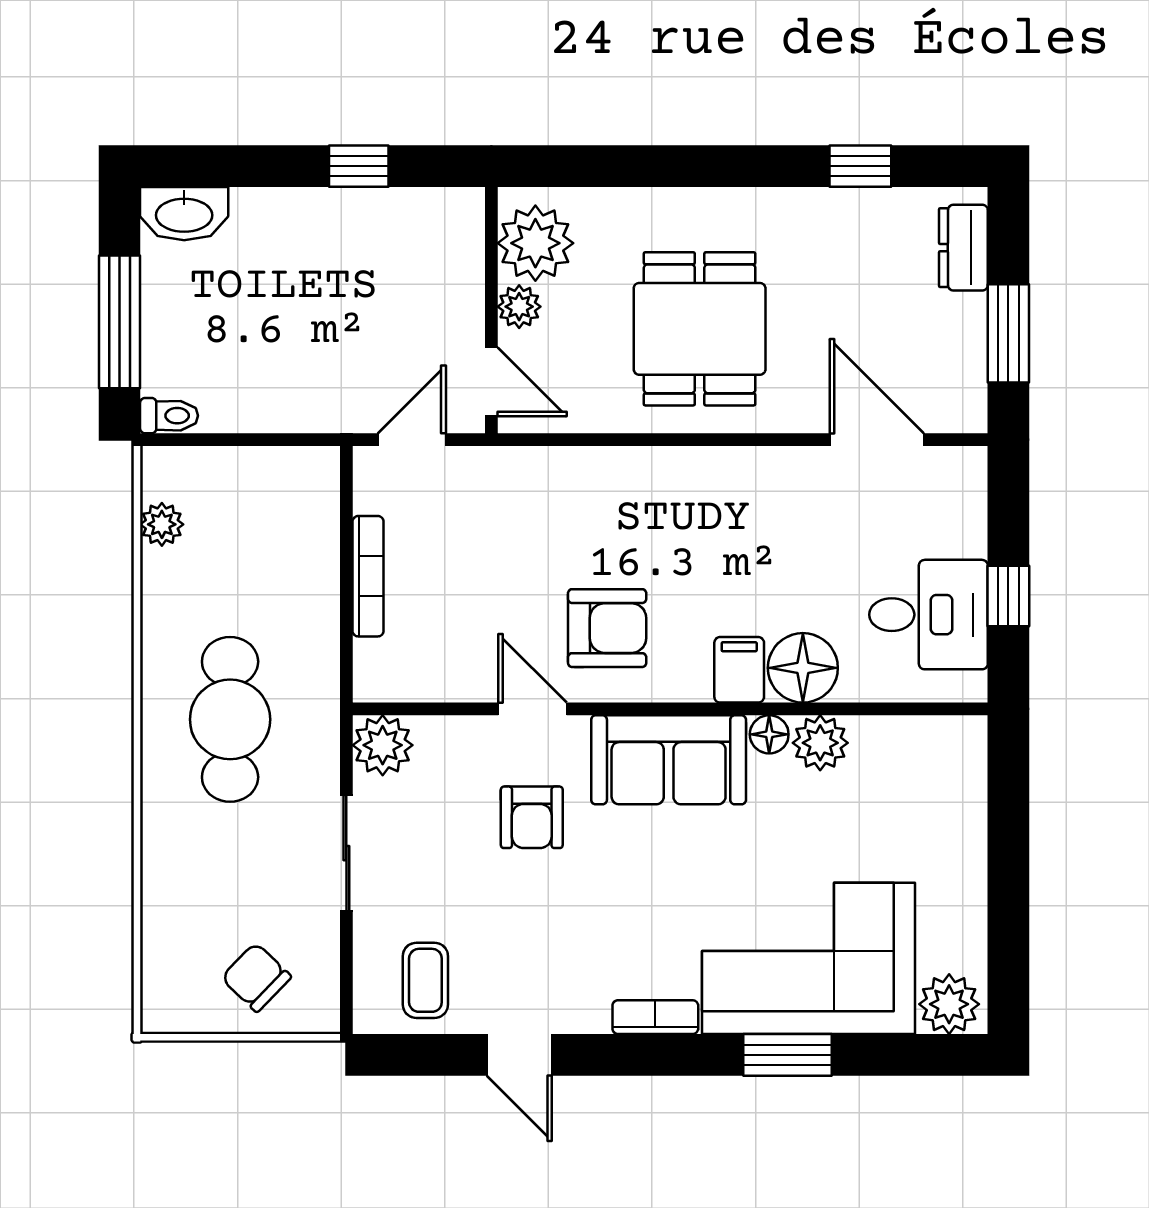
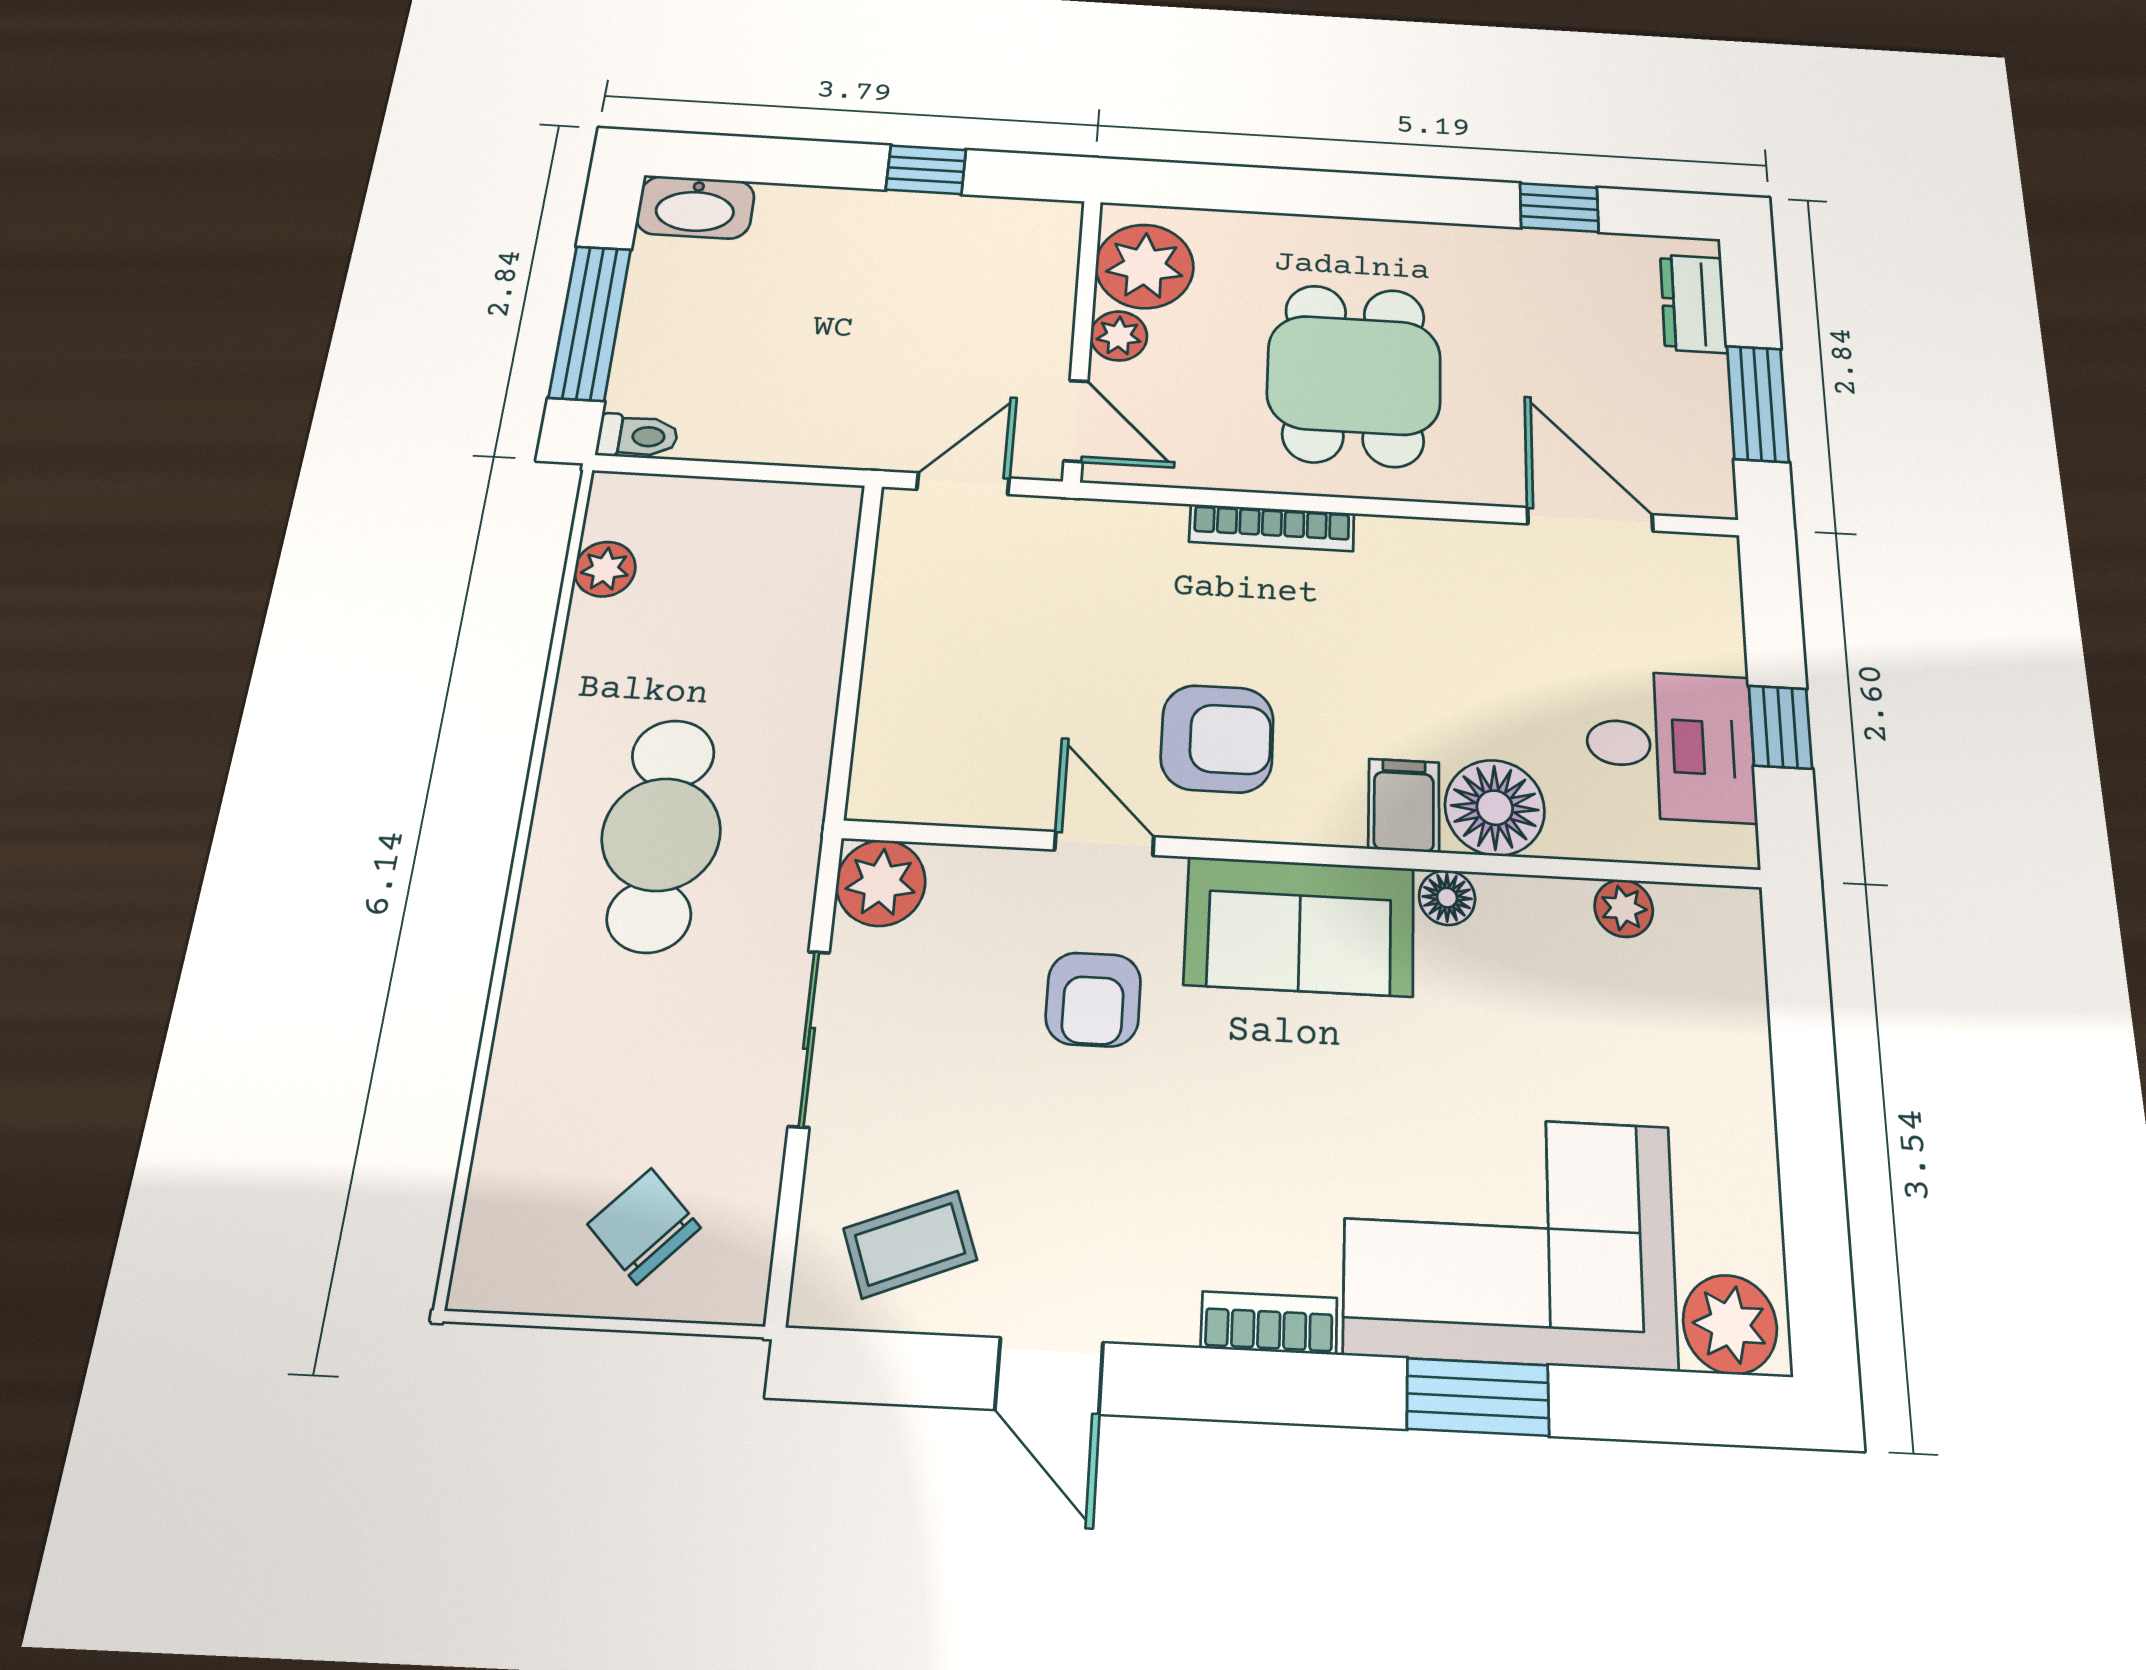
bookcase: (368, 576) -> (1272, 528), moved, turned 90
plant: (820, 743) -> (1624, 908), moved, width x0.73, depth x0.73
coffee table: (425, 980) -> (910, 1244), turned 69

